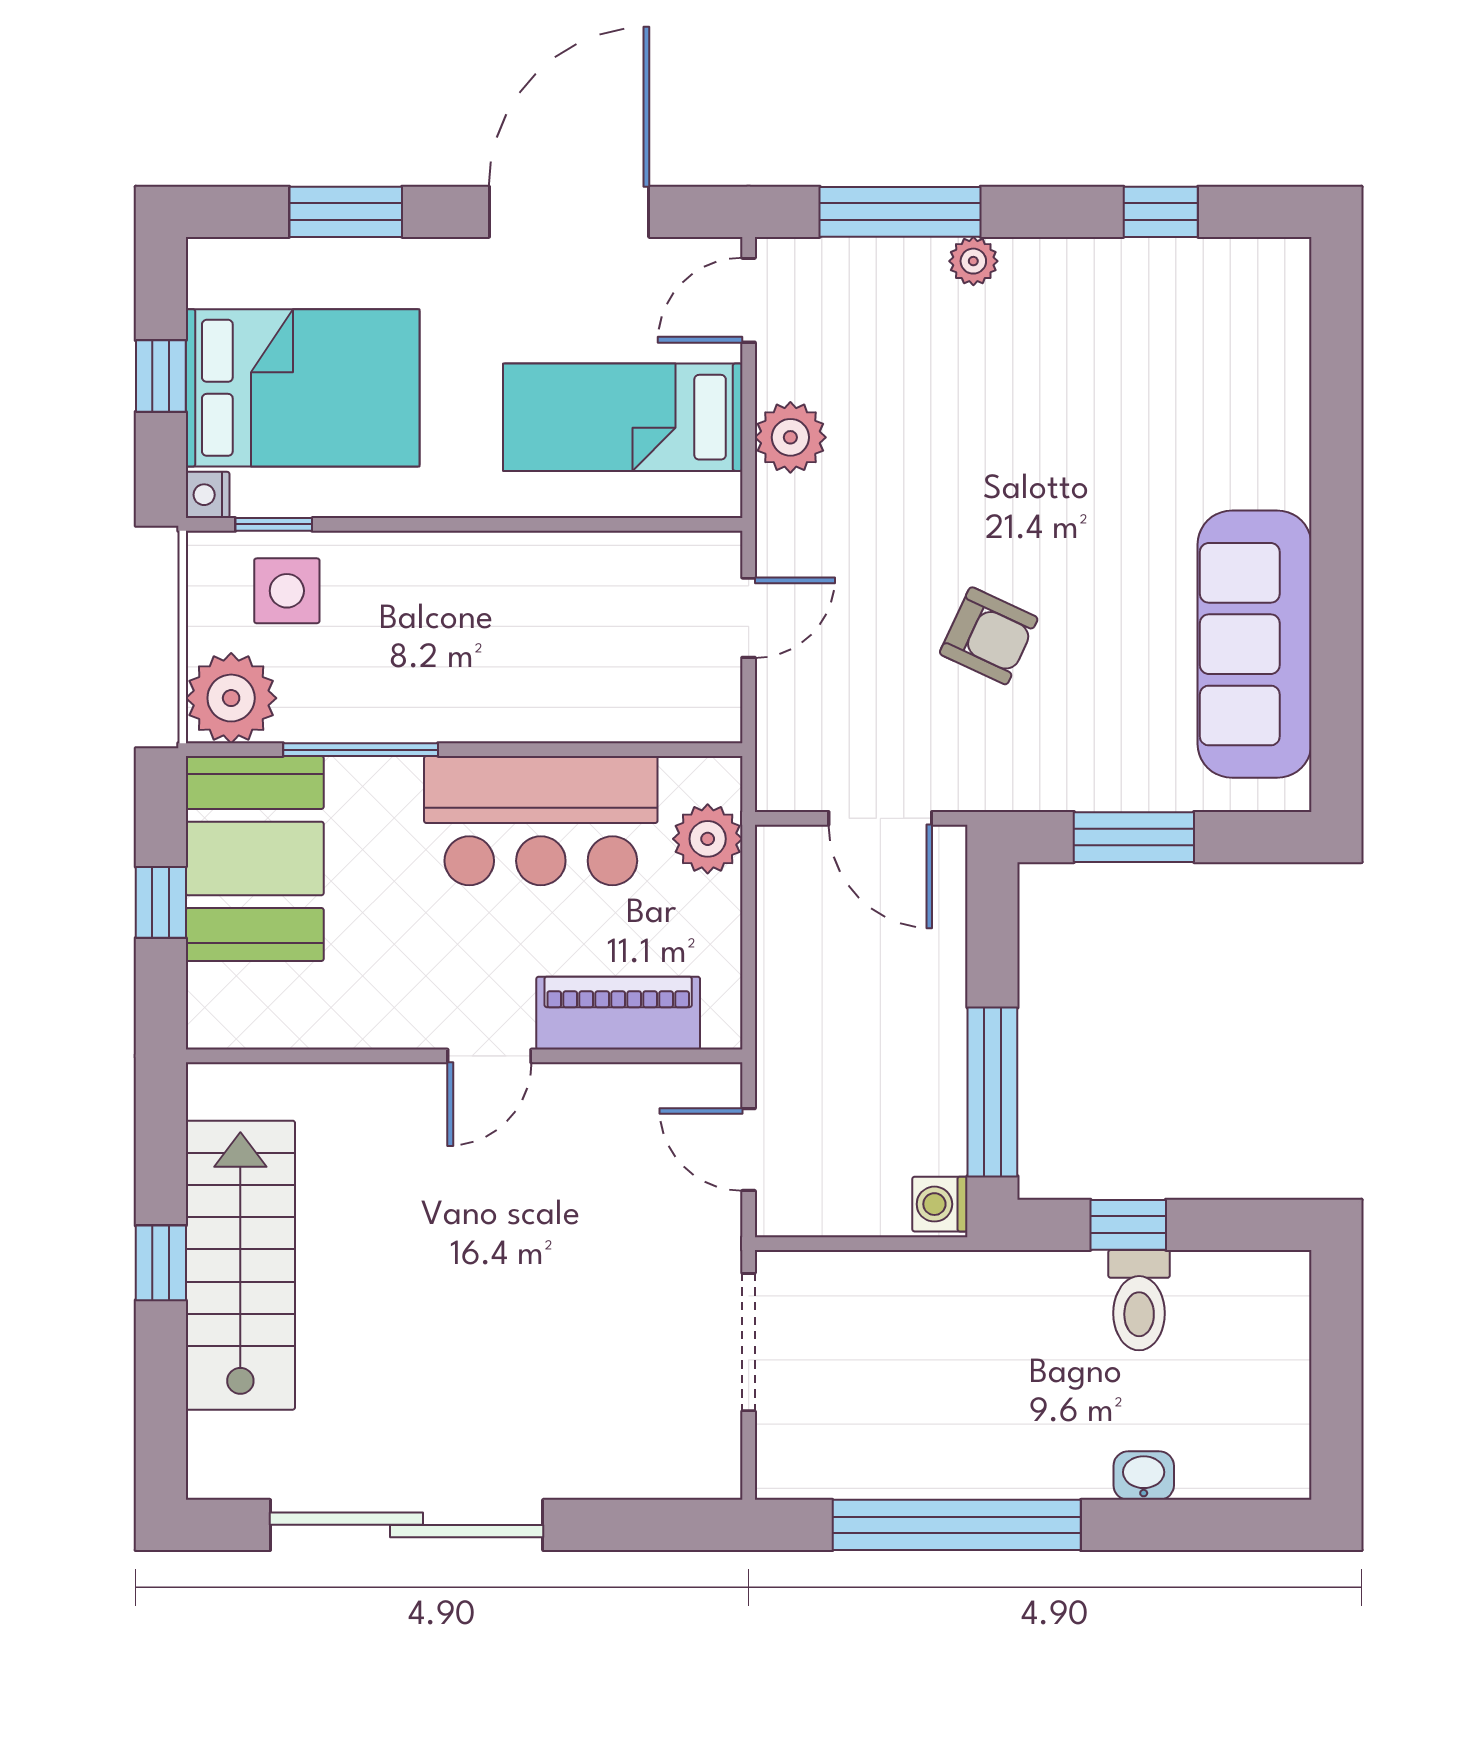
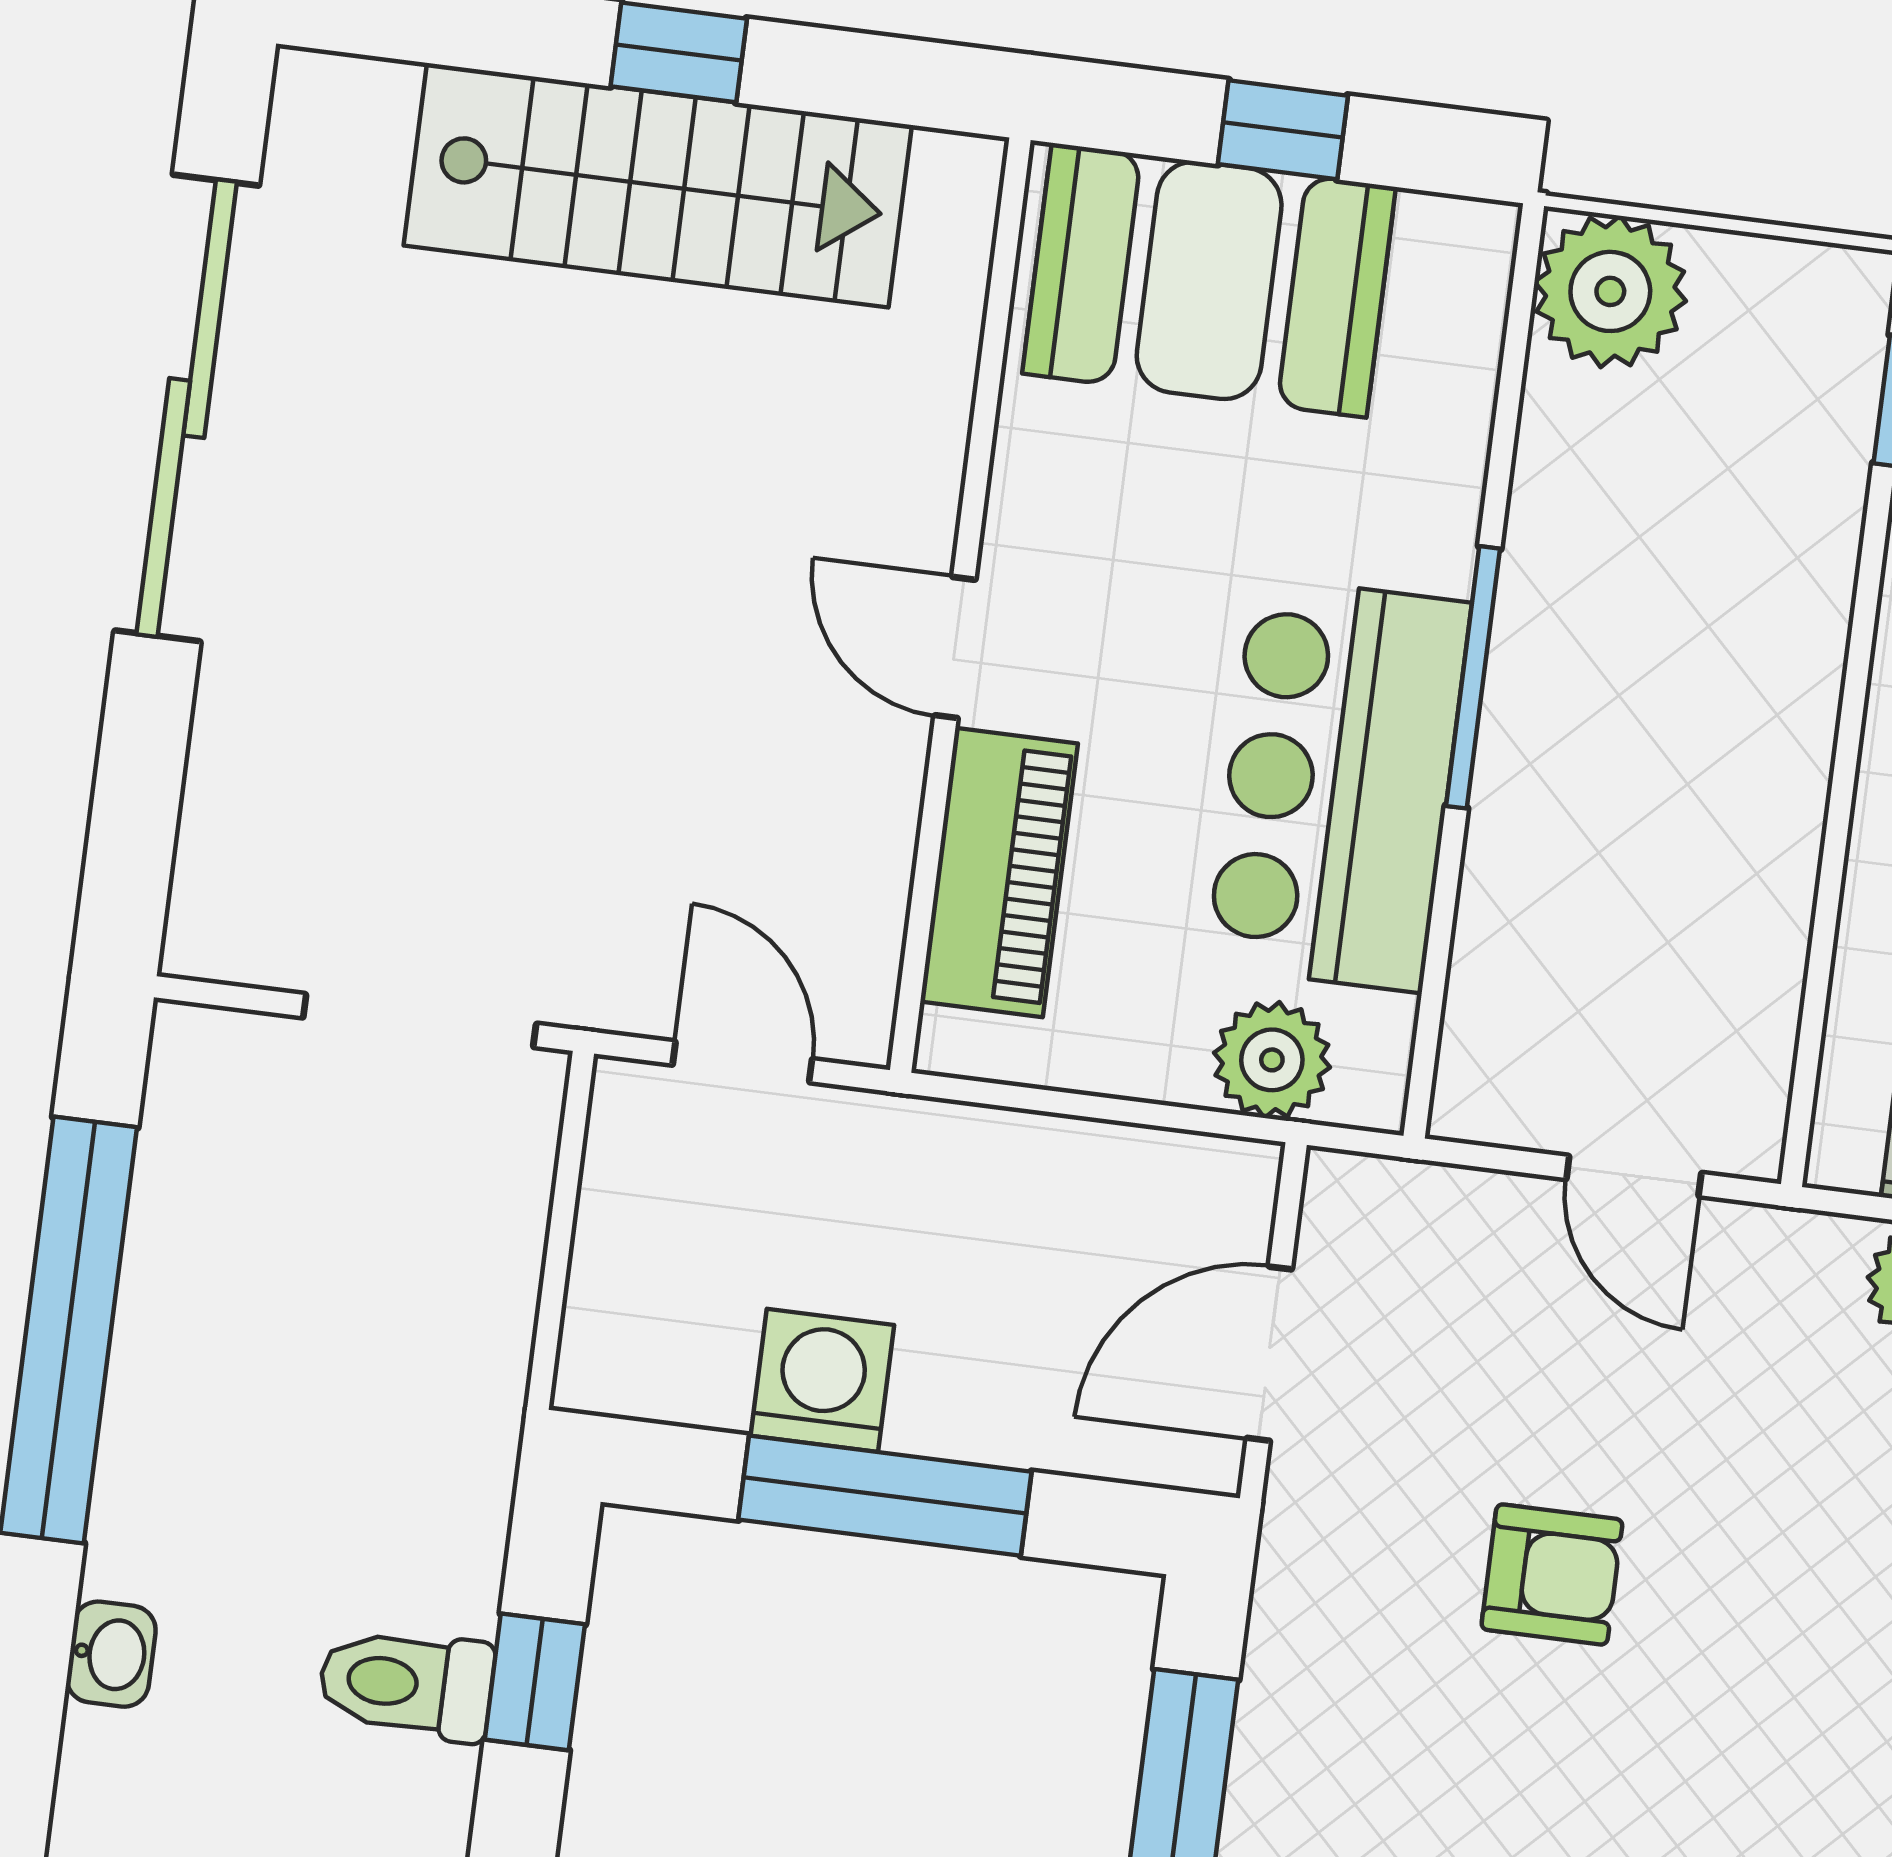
side table: (287, 591) -> (1778, 408), removed
armchair: (989, 636) -> (1552, 1574), turned -115
window: (361, 750) -> (1473, 677), moved
booth: (255, 858) -> (1209, 280), moved
window: (992, 1092) -> (885, 1496), moved
door: (749, 1150) -> (742, 1062), hinge flipped
washing machine: (940, 1204) -> (822, 1380), moved, width x1.38, depth x1.38

